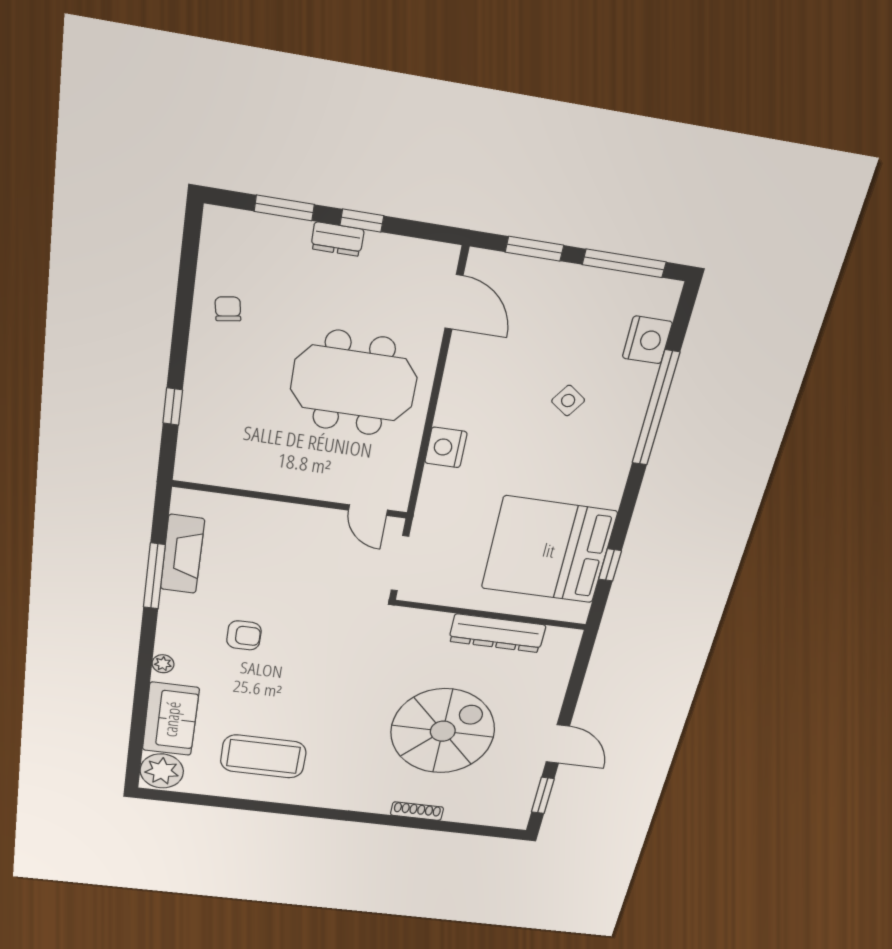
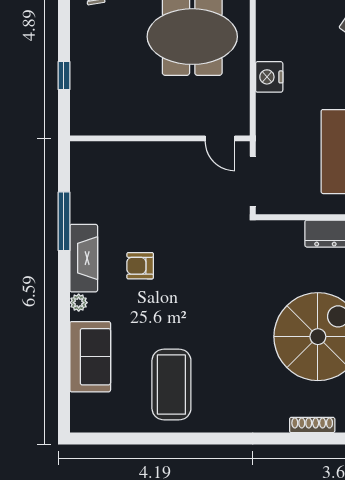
fireplace: (182, 554) -> (84, 258), moved
armchair: (244, 635) -> (140, 266), turned 180
coffee table: (263, 756) -> (171, 384), turned 90
plant: (162, 771) -> (88, 412), removed

